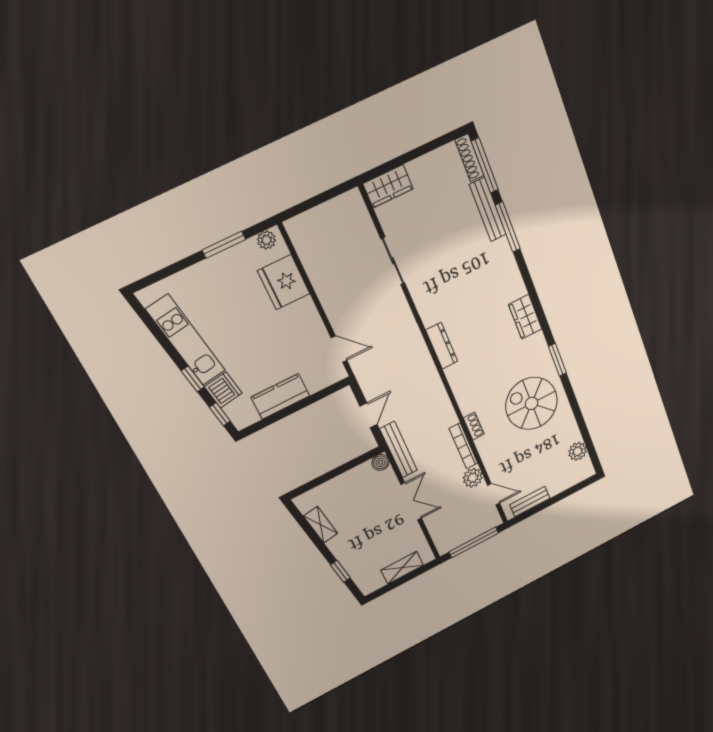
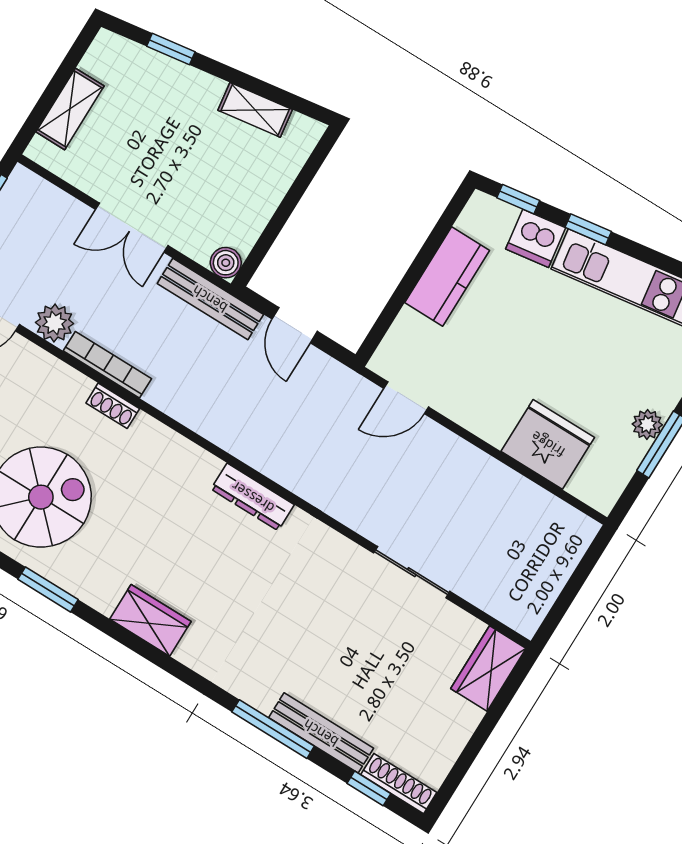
window: (485, 166) -> (369, 788), width x0.46
plant: (266, 240) -> (647, 424), moved

